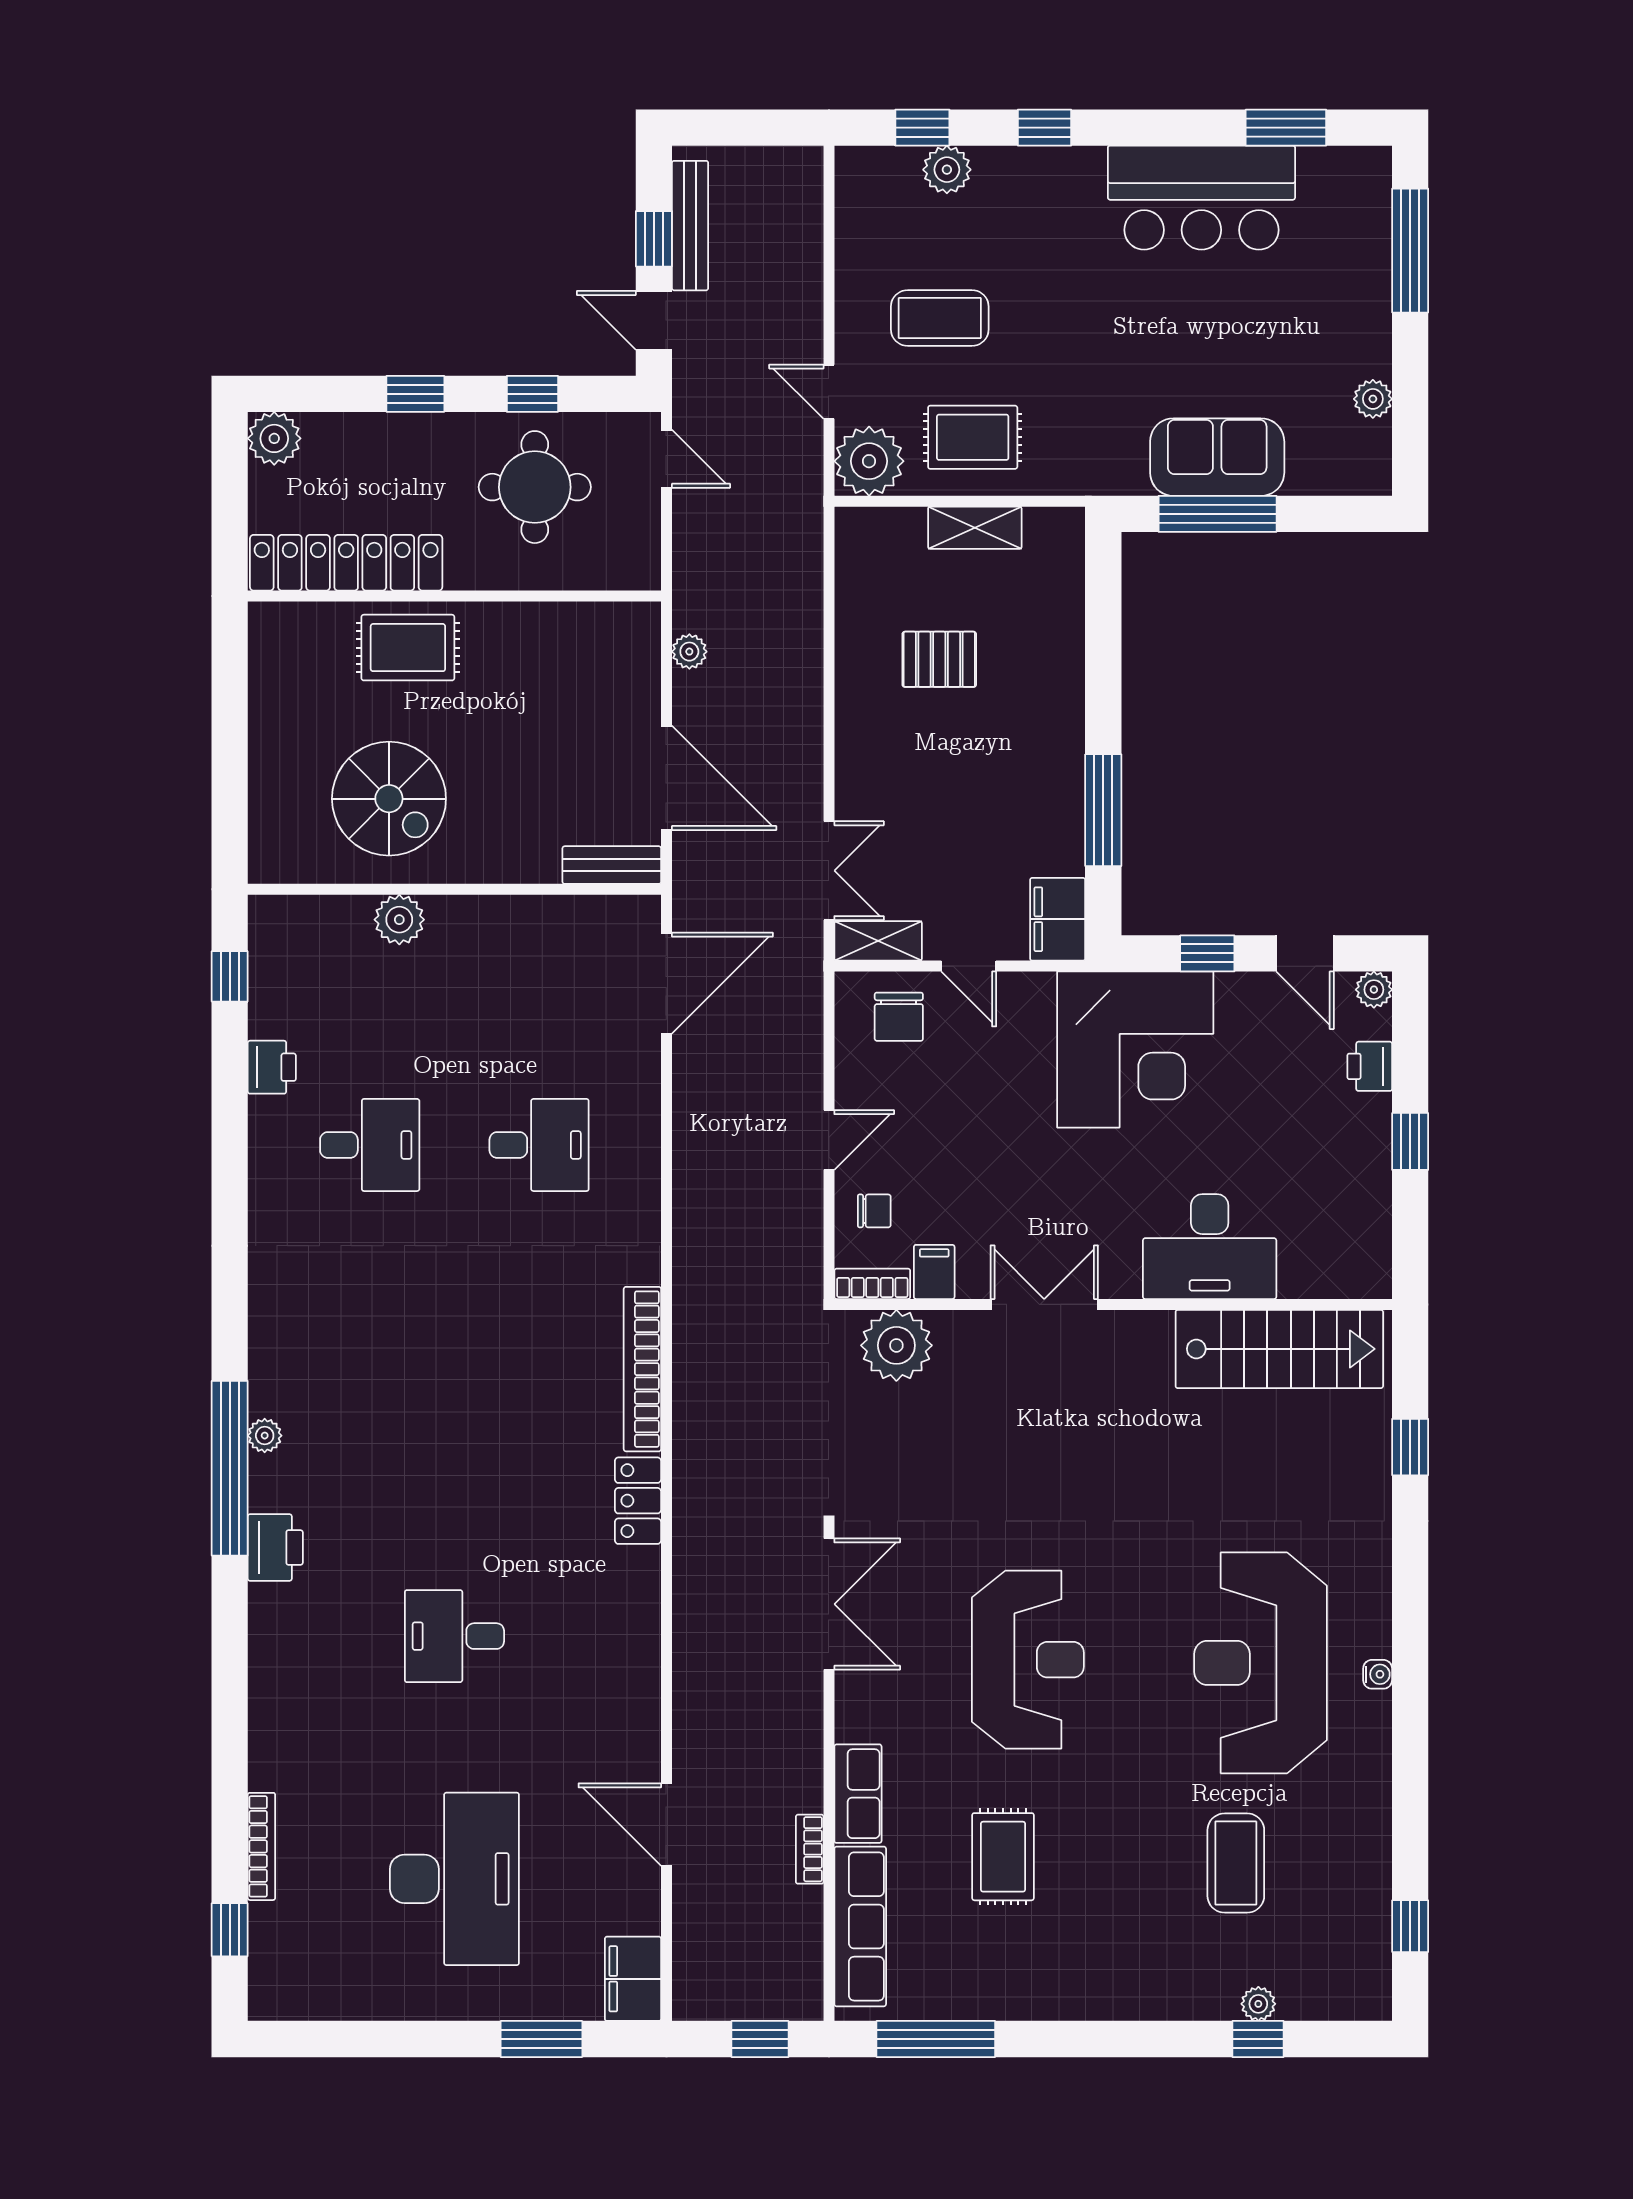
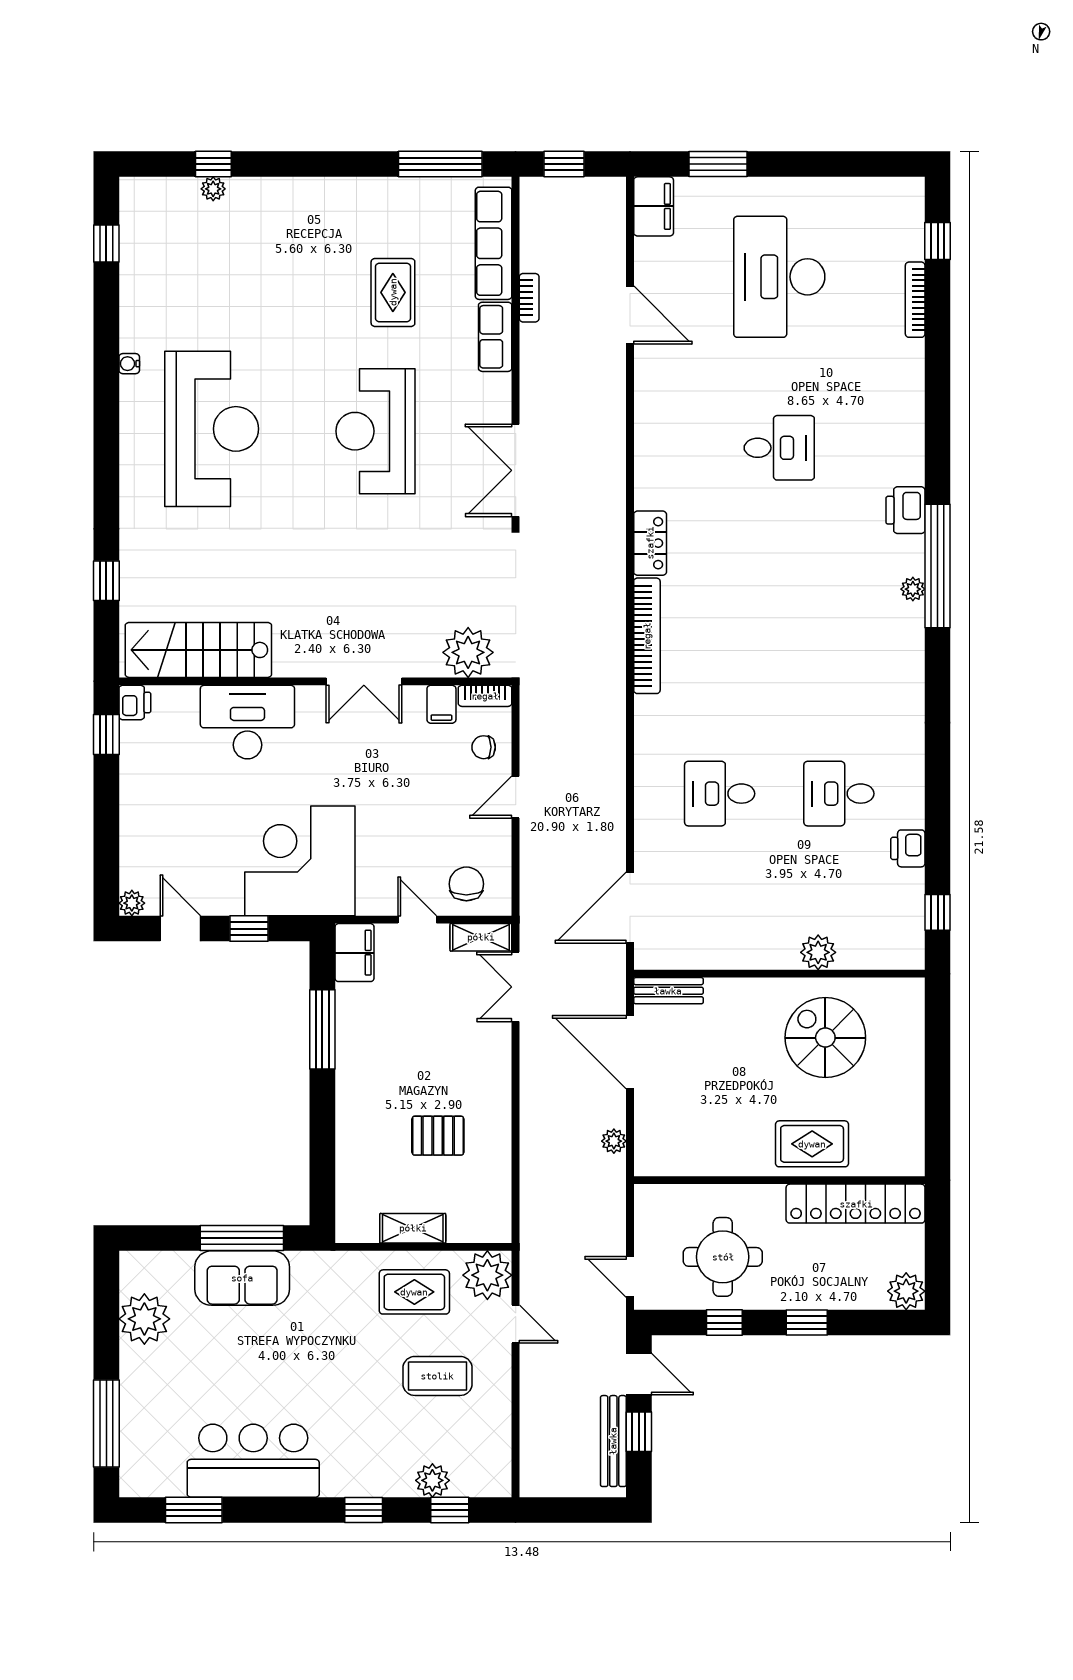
plant: (1373, 399) -> (144, 1319), width x1.88, depth x1.88
printer: (1370, 1066) -> (135, 702), moved
window: (1410, 1141) -> (106, 734), moved
water cooler: (1378, 1674) -> (129, 364), moved
coffee table: (1236, 1863) -> (229, 288), removed

